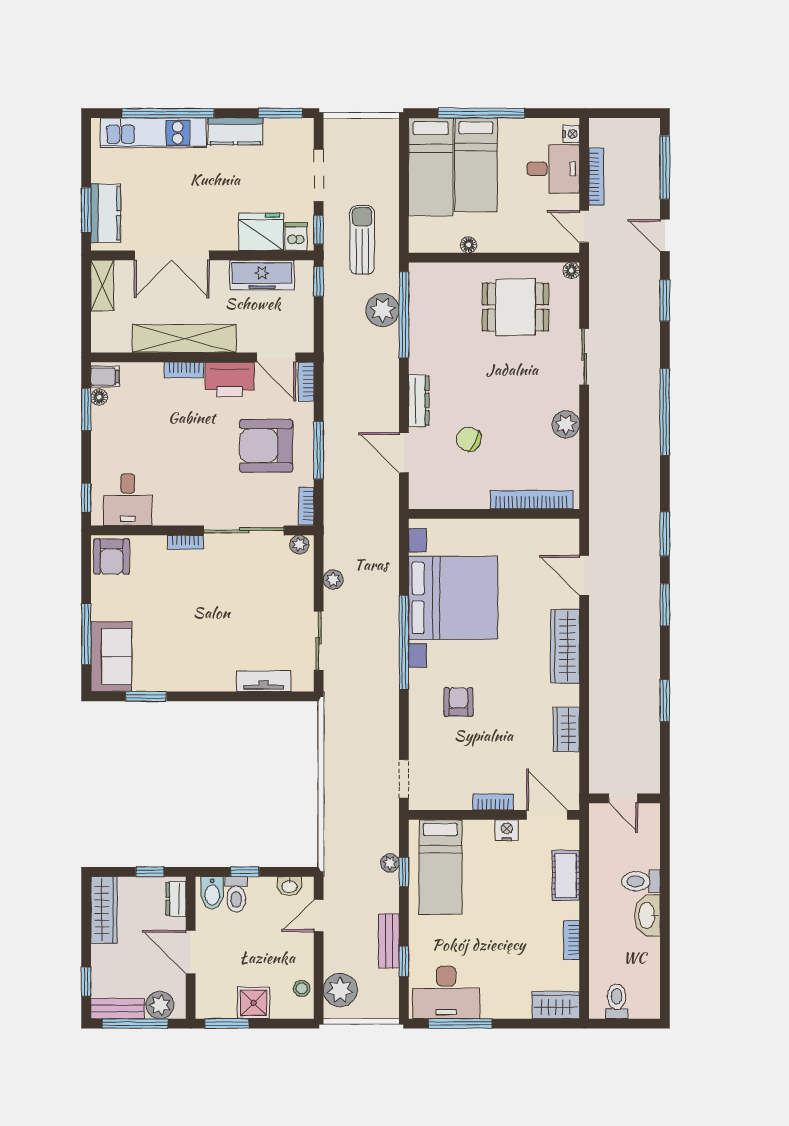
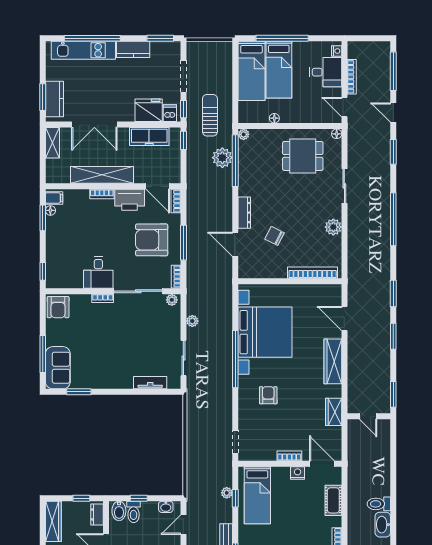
plant: (418, 271) -> (244, 134), added
desk: (128, 500) -> (98, 273), moved
door: (623, 798) -> (368, 416), moved
wall: (624, 798) -> (369, 416), moved

